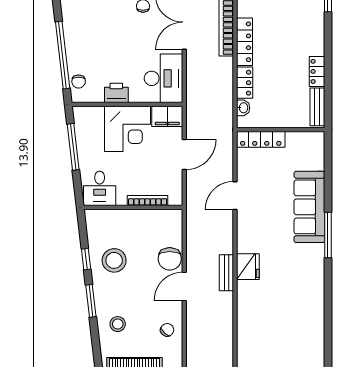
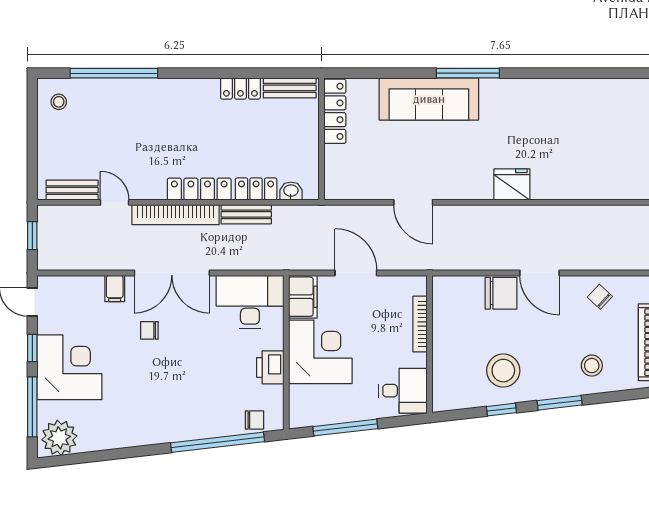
locker: (261, 139) -> (335, 111), moved
bench: (226, 273) -> (246, 214), moved

